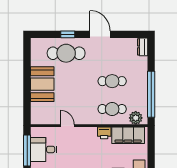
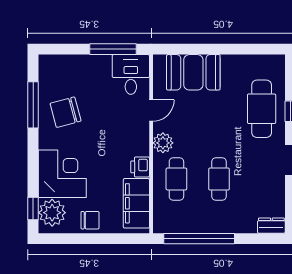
booth: (42, 84) -> (193, 72), moved
plant: (136, 118) -> (163, 143), moved
desk: (44, 149) -> (131, 74), moved

